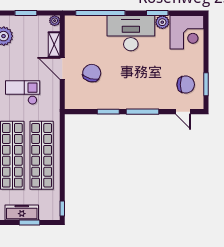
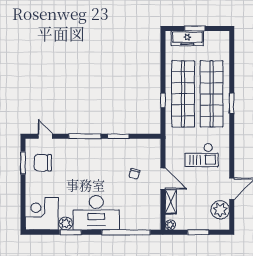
chair: (92, 73) -> (134, 174), width x0.54, depth x0.54
window: (62, 209) -> (163, 100), moved
freezer: (22, 212) -> (187, 38), moved

